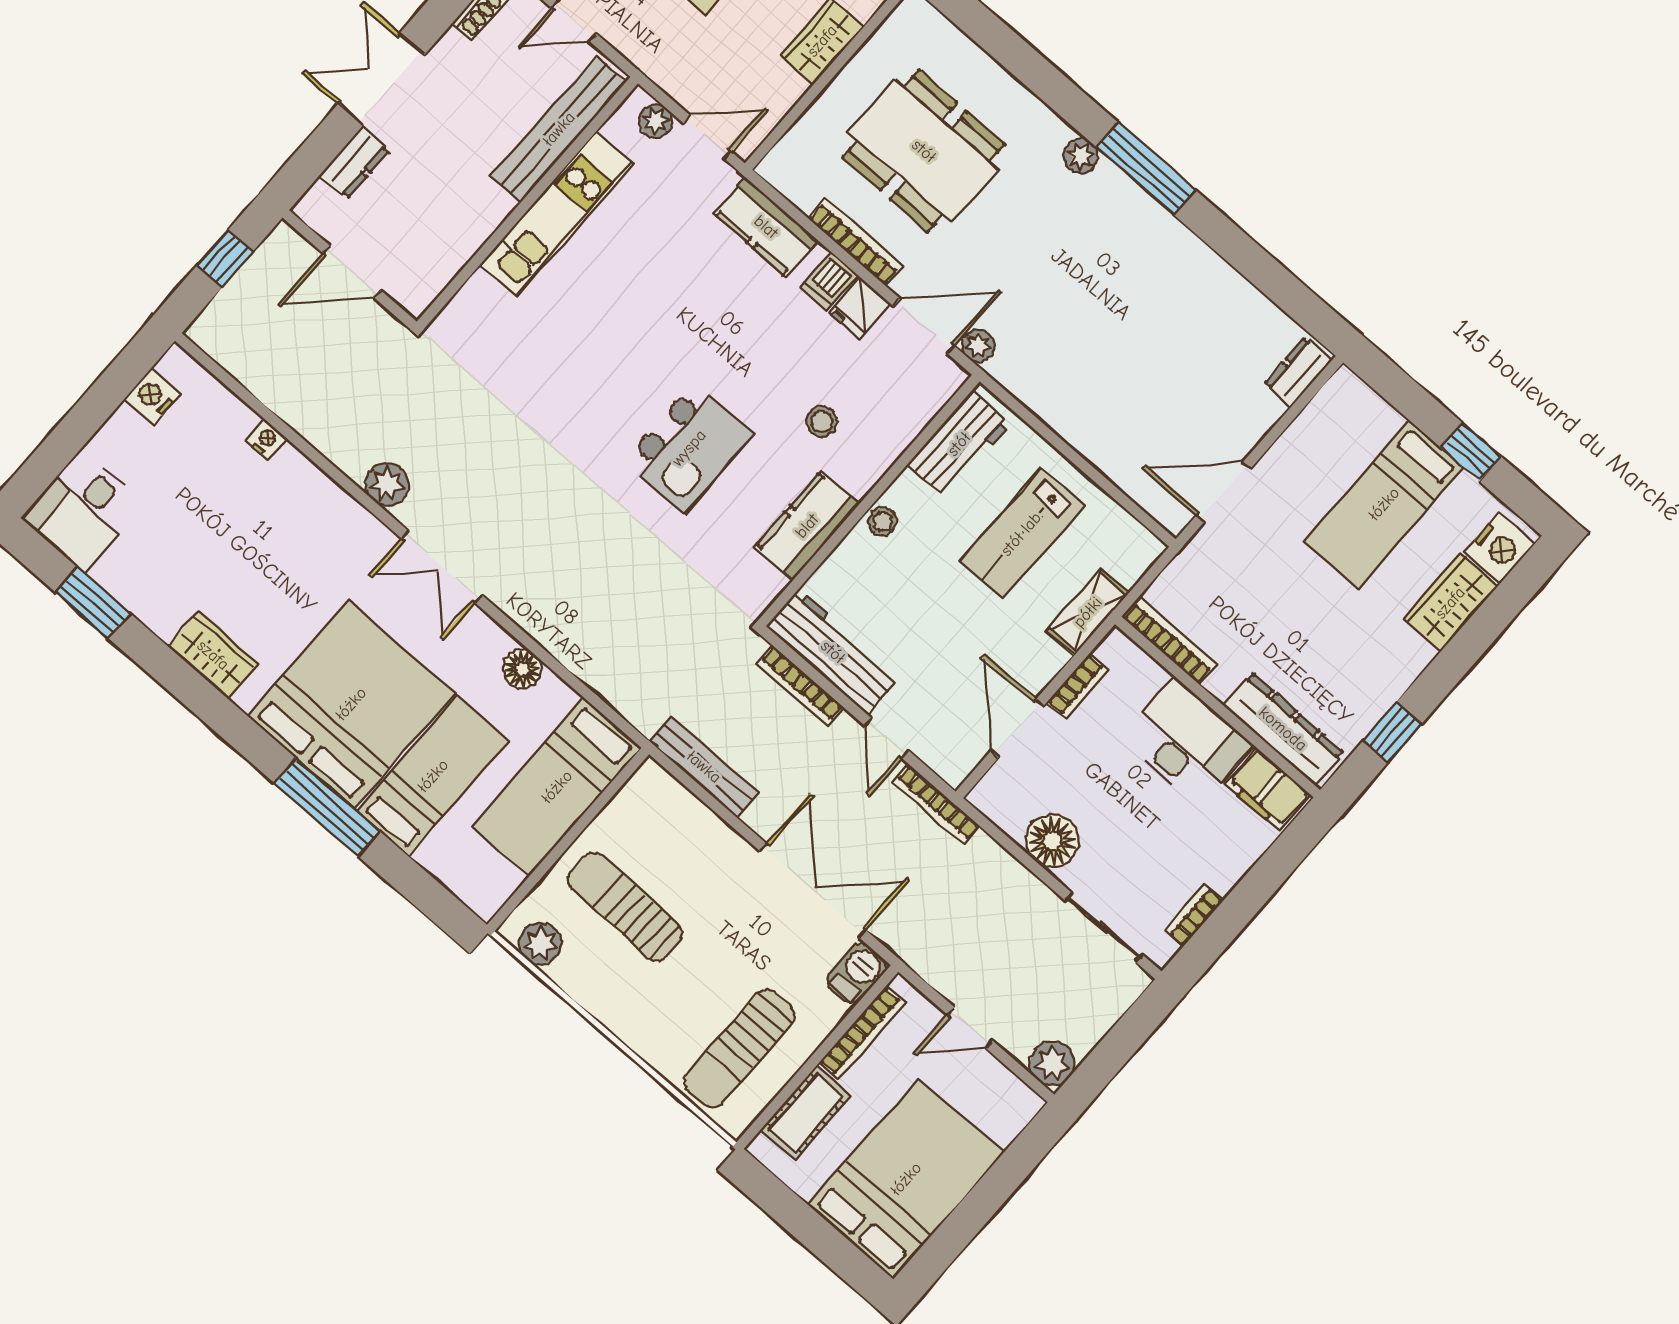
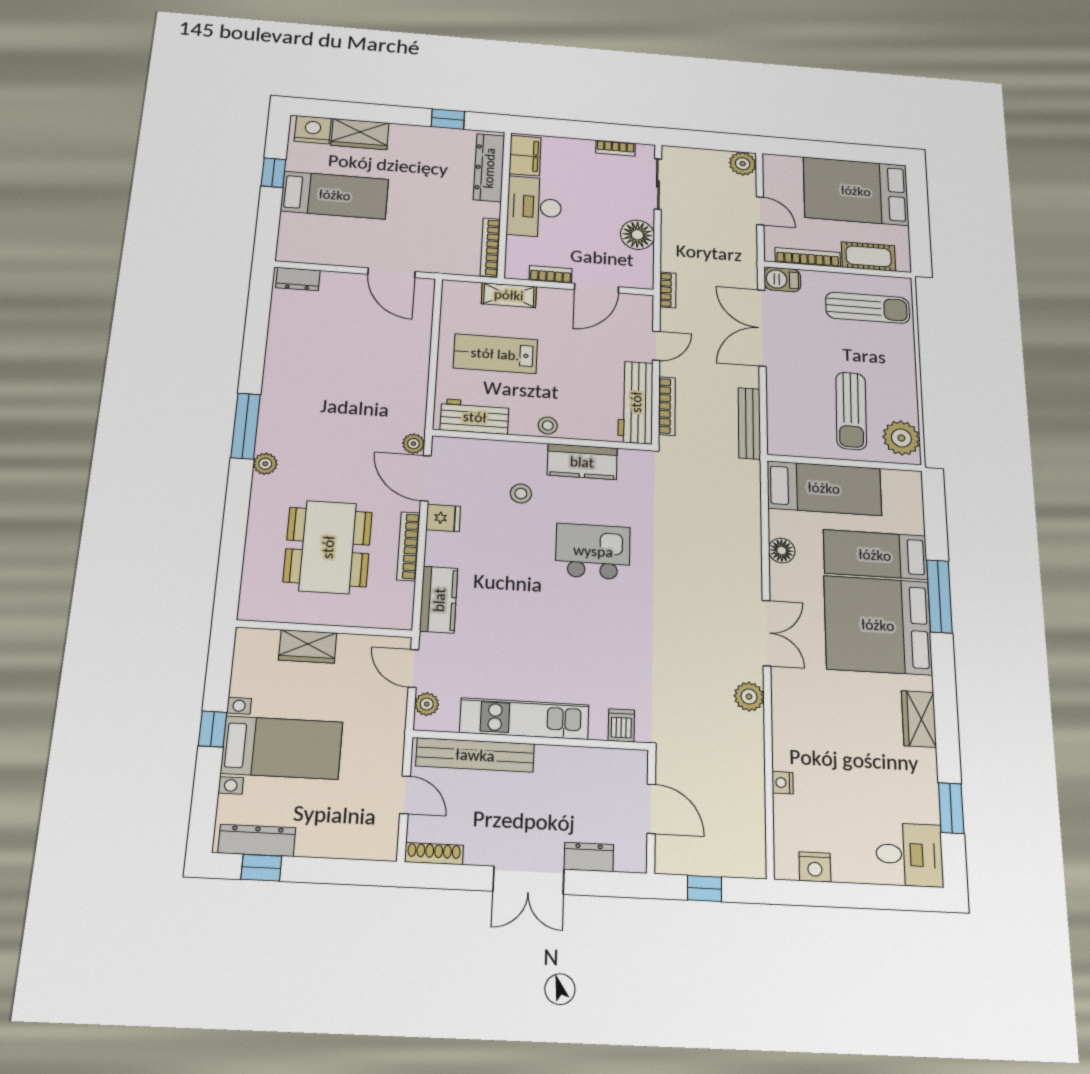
dishwasher: (829, 281) -> (621, 725), moved, turned -90
lab bench: (1022, 533) -> (495, 354), turned 180
bookcase: (936, 804) -> (668, 290), width x0.64
plant: (540, 944) -> (901, 438), width x1.36, depth x1.36

